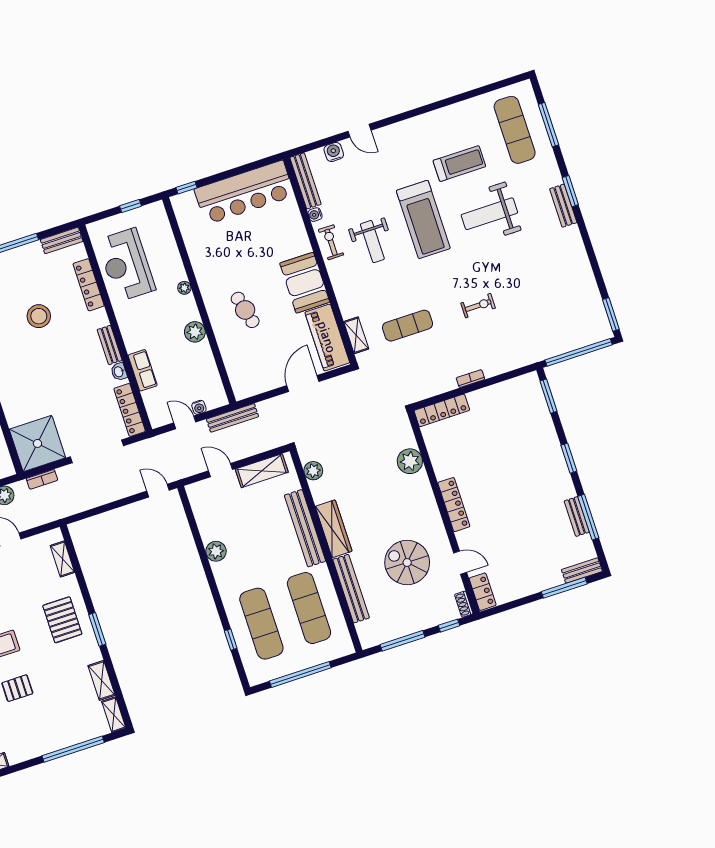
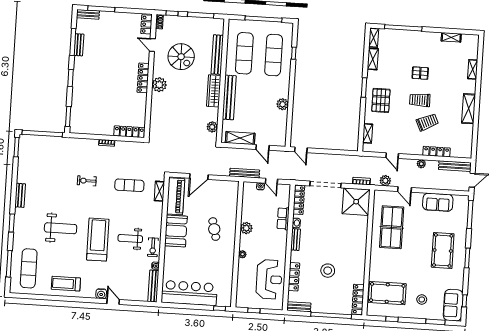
water cooler: (334, 152) -> (101, 294), moved
treadmill: (459, 164) -> (66, 284), moved
bench: (563, 206) -> (20, 195), moved
weight bench: (372, 242) -> (130, 239), turned -90
plant: (410, 461) -> (159, 85), moved

